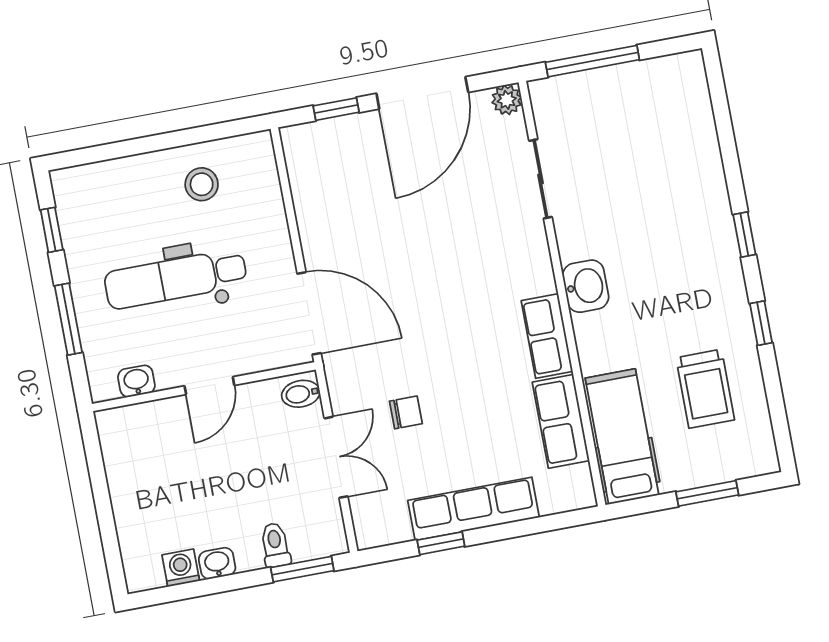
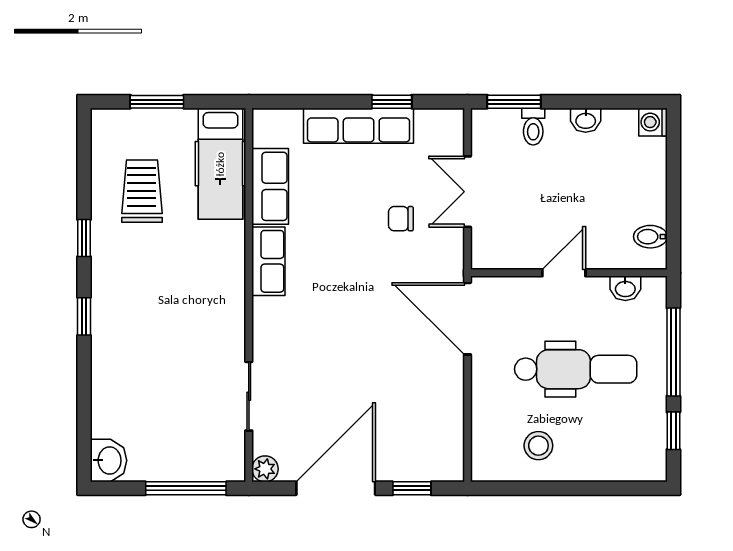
washbasin: (586, 286) -> (108, 460), moved, turned 180
window: (68, 319) -> (673, 352), width x1.44
bidet: (301, 394) -> (650, 237), moved, turned 180
washing machine: (181, 568) -> (653, 122), moved, turned 90

